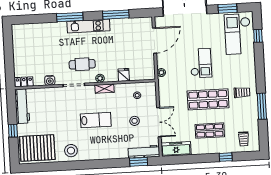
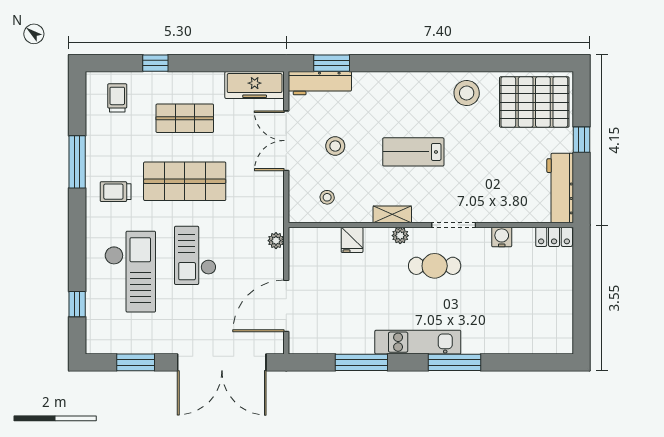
checkout: (238, 34) -> (130, 272), moved

